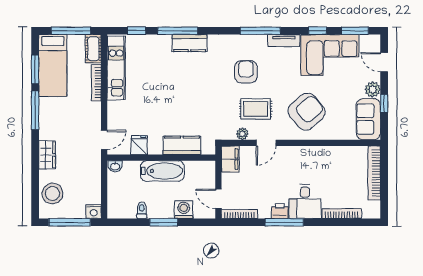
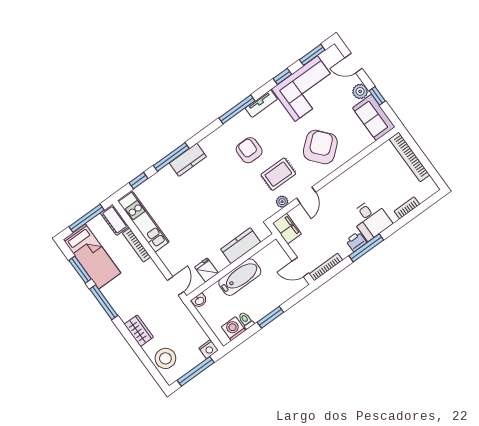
washing machine: (184, 210) -> (233, 329), moved
bookcase: (342, 214) -> (407, 208), width x0.64

